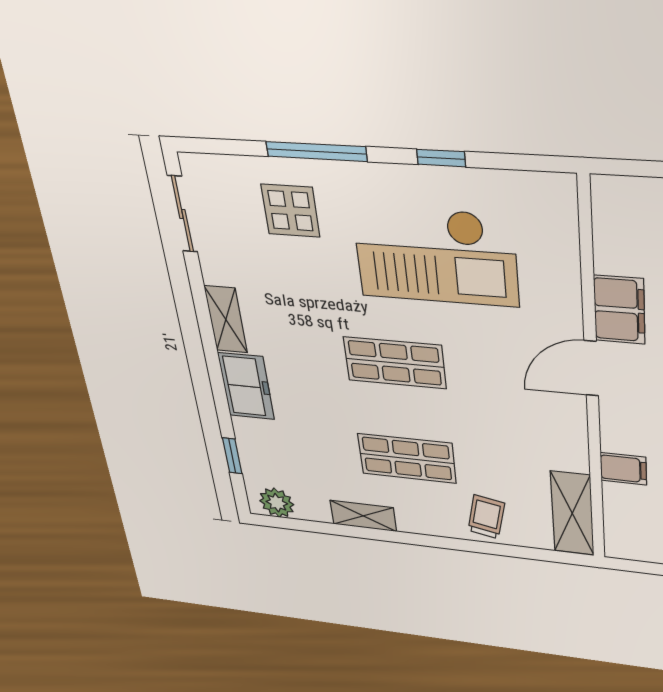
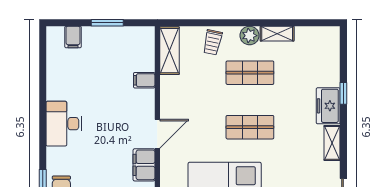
window: (232, 456) -> (343, 93), moved
plant: (277, 503) -> (250, 36), moved

